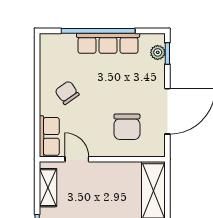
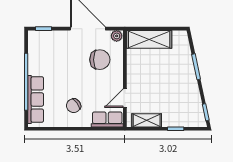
row of seats: (108, 43) -> (36, 100), moved
plant: (158, 52) -> (117, 36), moved

